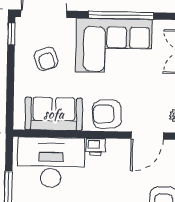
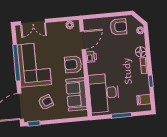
armchair: (107, 114) -> (73, 64), turned 93
door: (147, 136) -> (83, 40), hinge flipped
printer: (96, 147) -> (91, 57), moved

